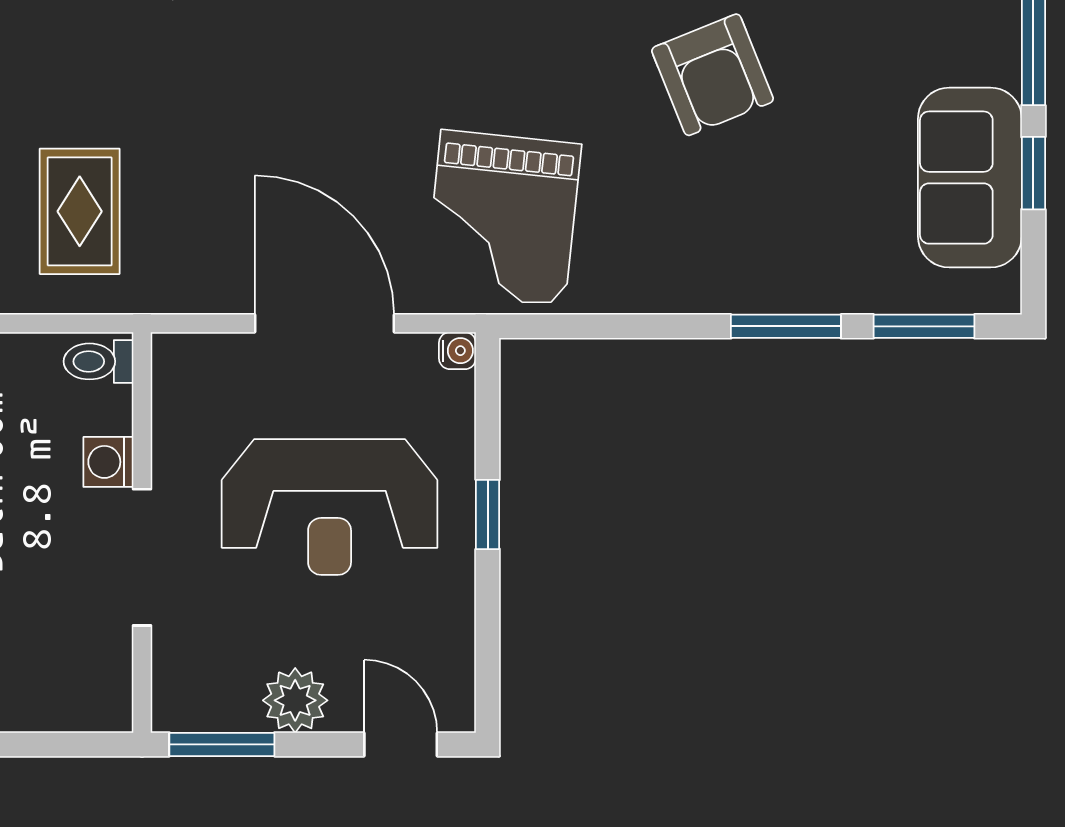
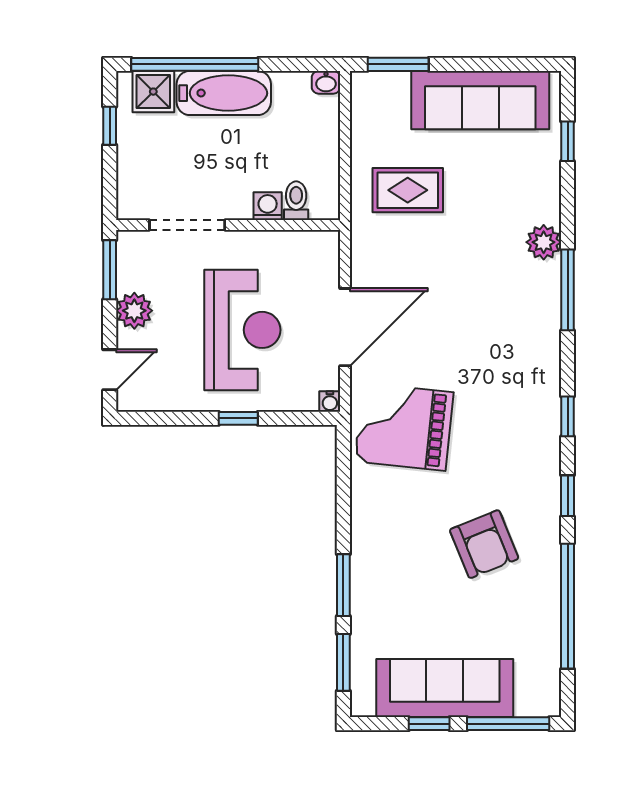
armchair: (713, 75) -> (484, 544), turned -90
sofa: (970, 178) -> (445, 688), width x1.36
toilet: (98, 361) -> (296, 201), moved
reception desk: (330, 507) -> (242, 330), turned 180
doorway: (142, 557) -> (187, 225), moved

